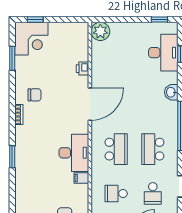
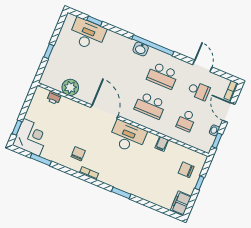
window: (159, 20) -> (49, 51), moved
plant: (100, 31) -> (70, 87), moved
printer: (83, 69) -> (54, 98), moved
washbasin: (171, 92) -> (141, 49), moved
school desk: (116, 149) -> (150, 106), turned 180
desk: (74, 153) -> (128, 137), moved

